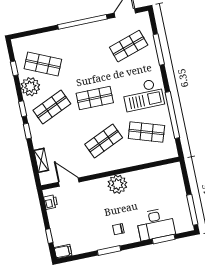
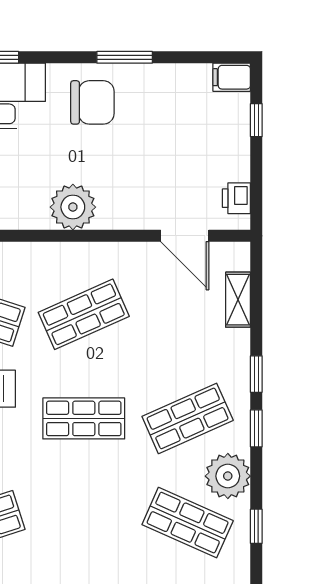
chair: (118, 229) -> (92, 102), width x1.87, depth x1.87

